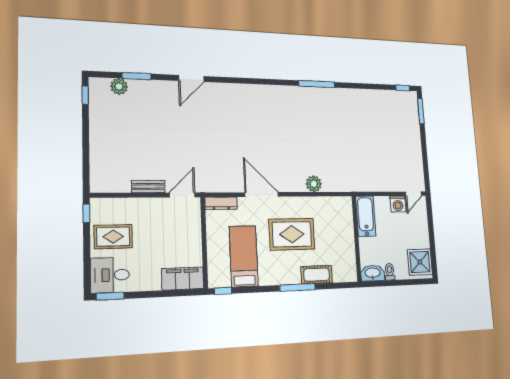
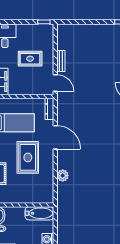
door: (262, 194) -> (55, 137), hinge flipped
rug: (113, 237) -> (30, 59), moved, turned 90

